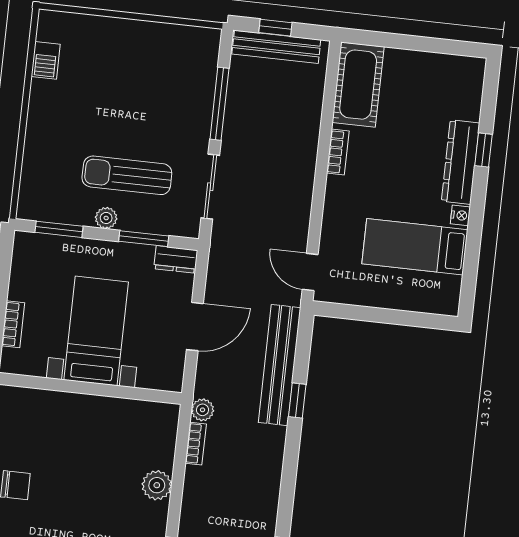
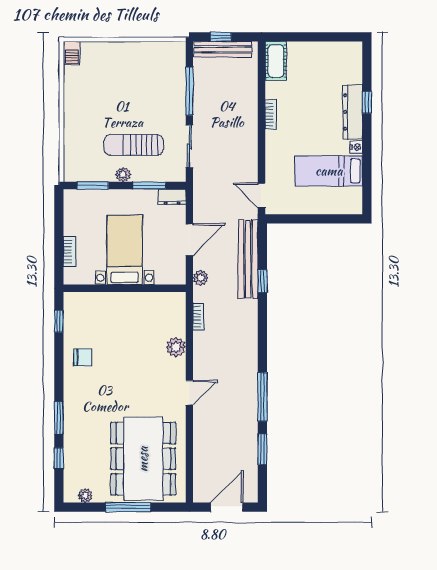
barbecue: (46, 60) -> (72, 53), moved
cot: (358, 85) -> (276, 61), width x0.73, depth x0.75
plant: (203, 410) -> (201, 278), moved

